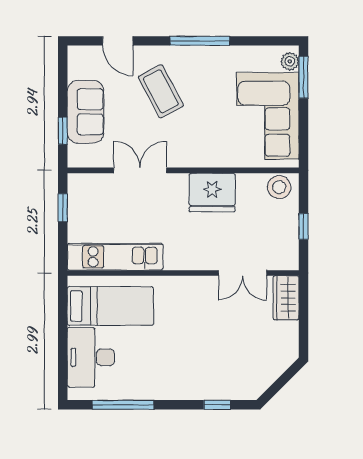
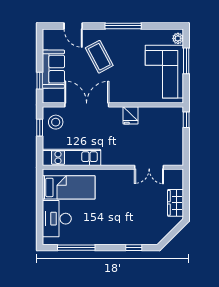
window: (303, 77) -> (186, 61), moved
double door: (140, 170) -> (87, 105), width x1.37
stool: (279, 187) -> (56, 122), moved
fridge: (212, 193) -> (131, 115), width x0.53, depth x0.75
window: (303, 227) -> (186, 120), moved
wardrobe: (286, 298) -> (176, 203), moved

